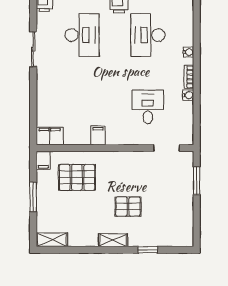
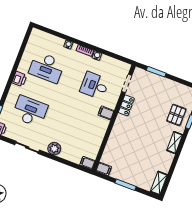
plant: (45, 85) -> (54, 149), added
filing cabinet: (98, 135) -> (106, 113), moved
filing cabinet: (50, 136) -> (87, 163), width x0.50
locker: (138, 158) -> (126, 105), added
pallet: (77, 177) -> (124, 151), removed
pallet: (128, 207) -> (176, 115), moved

